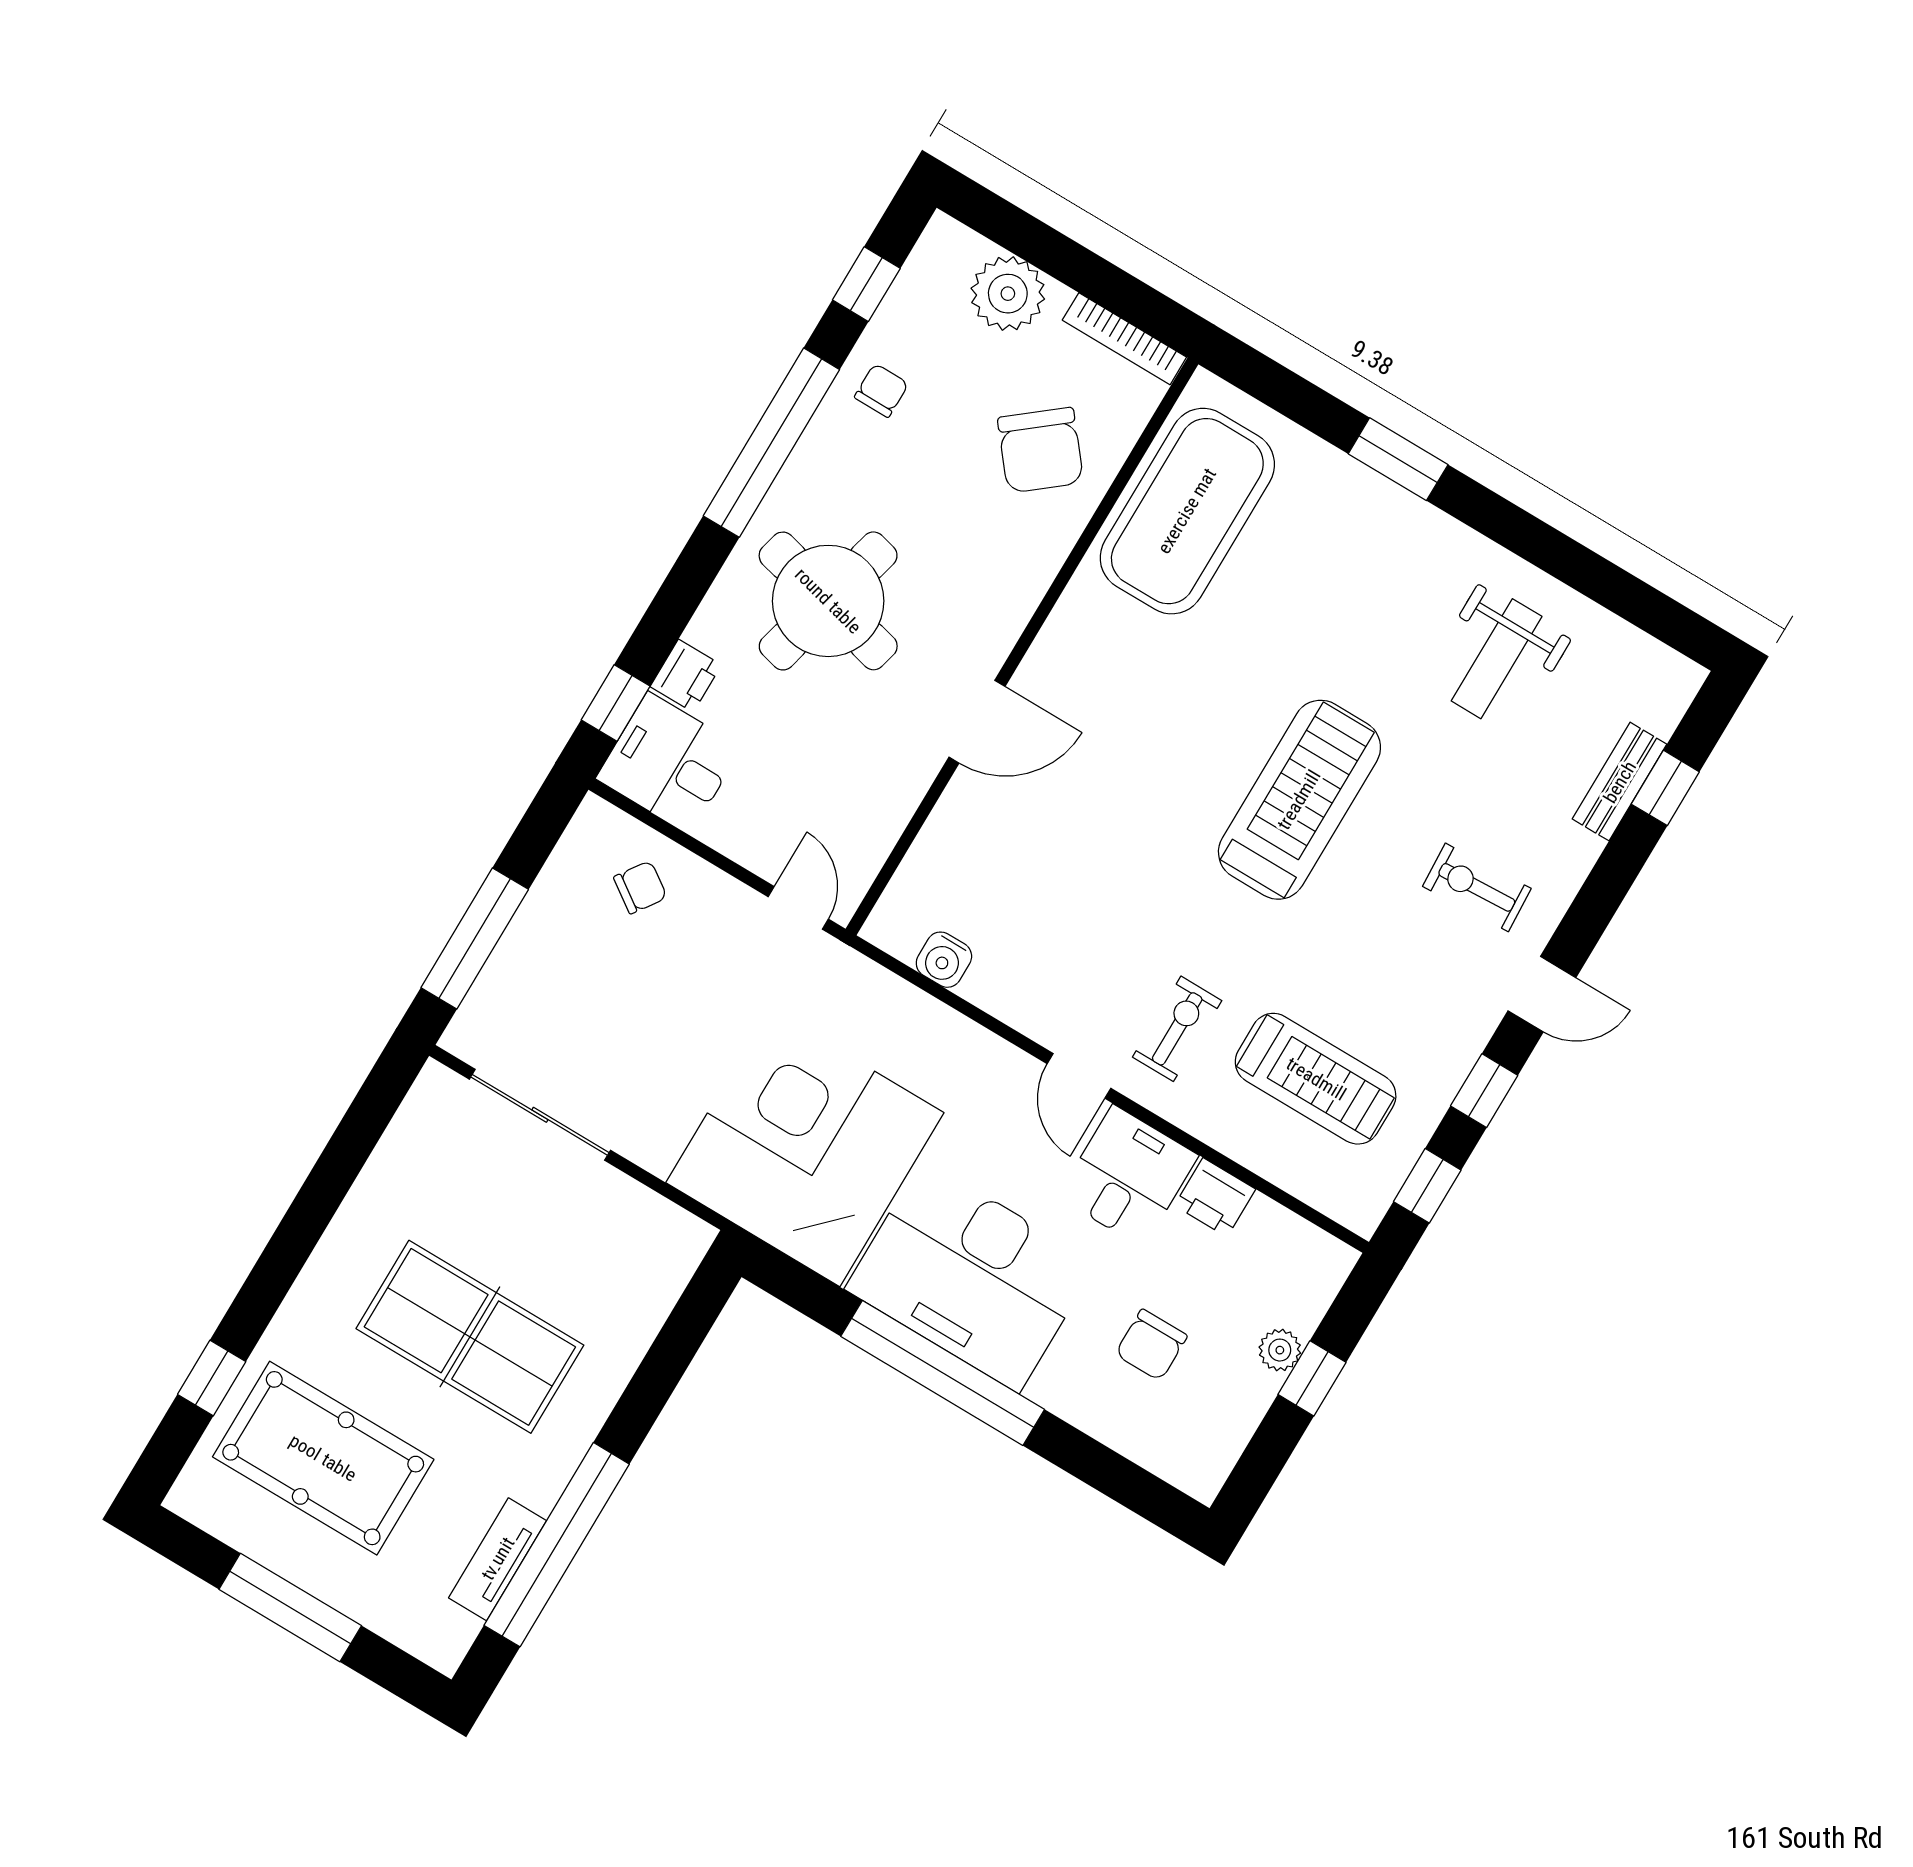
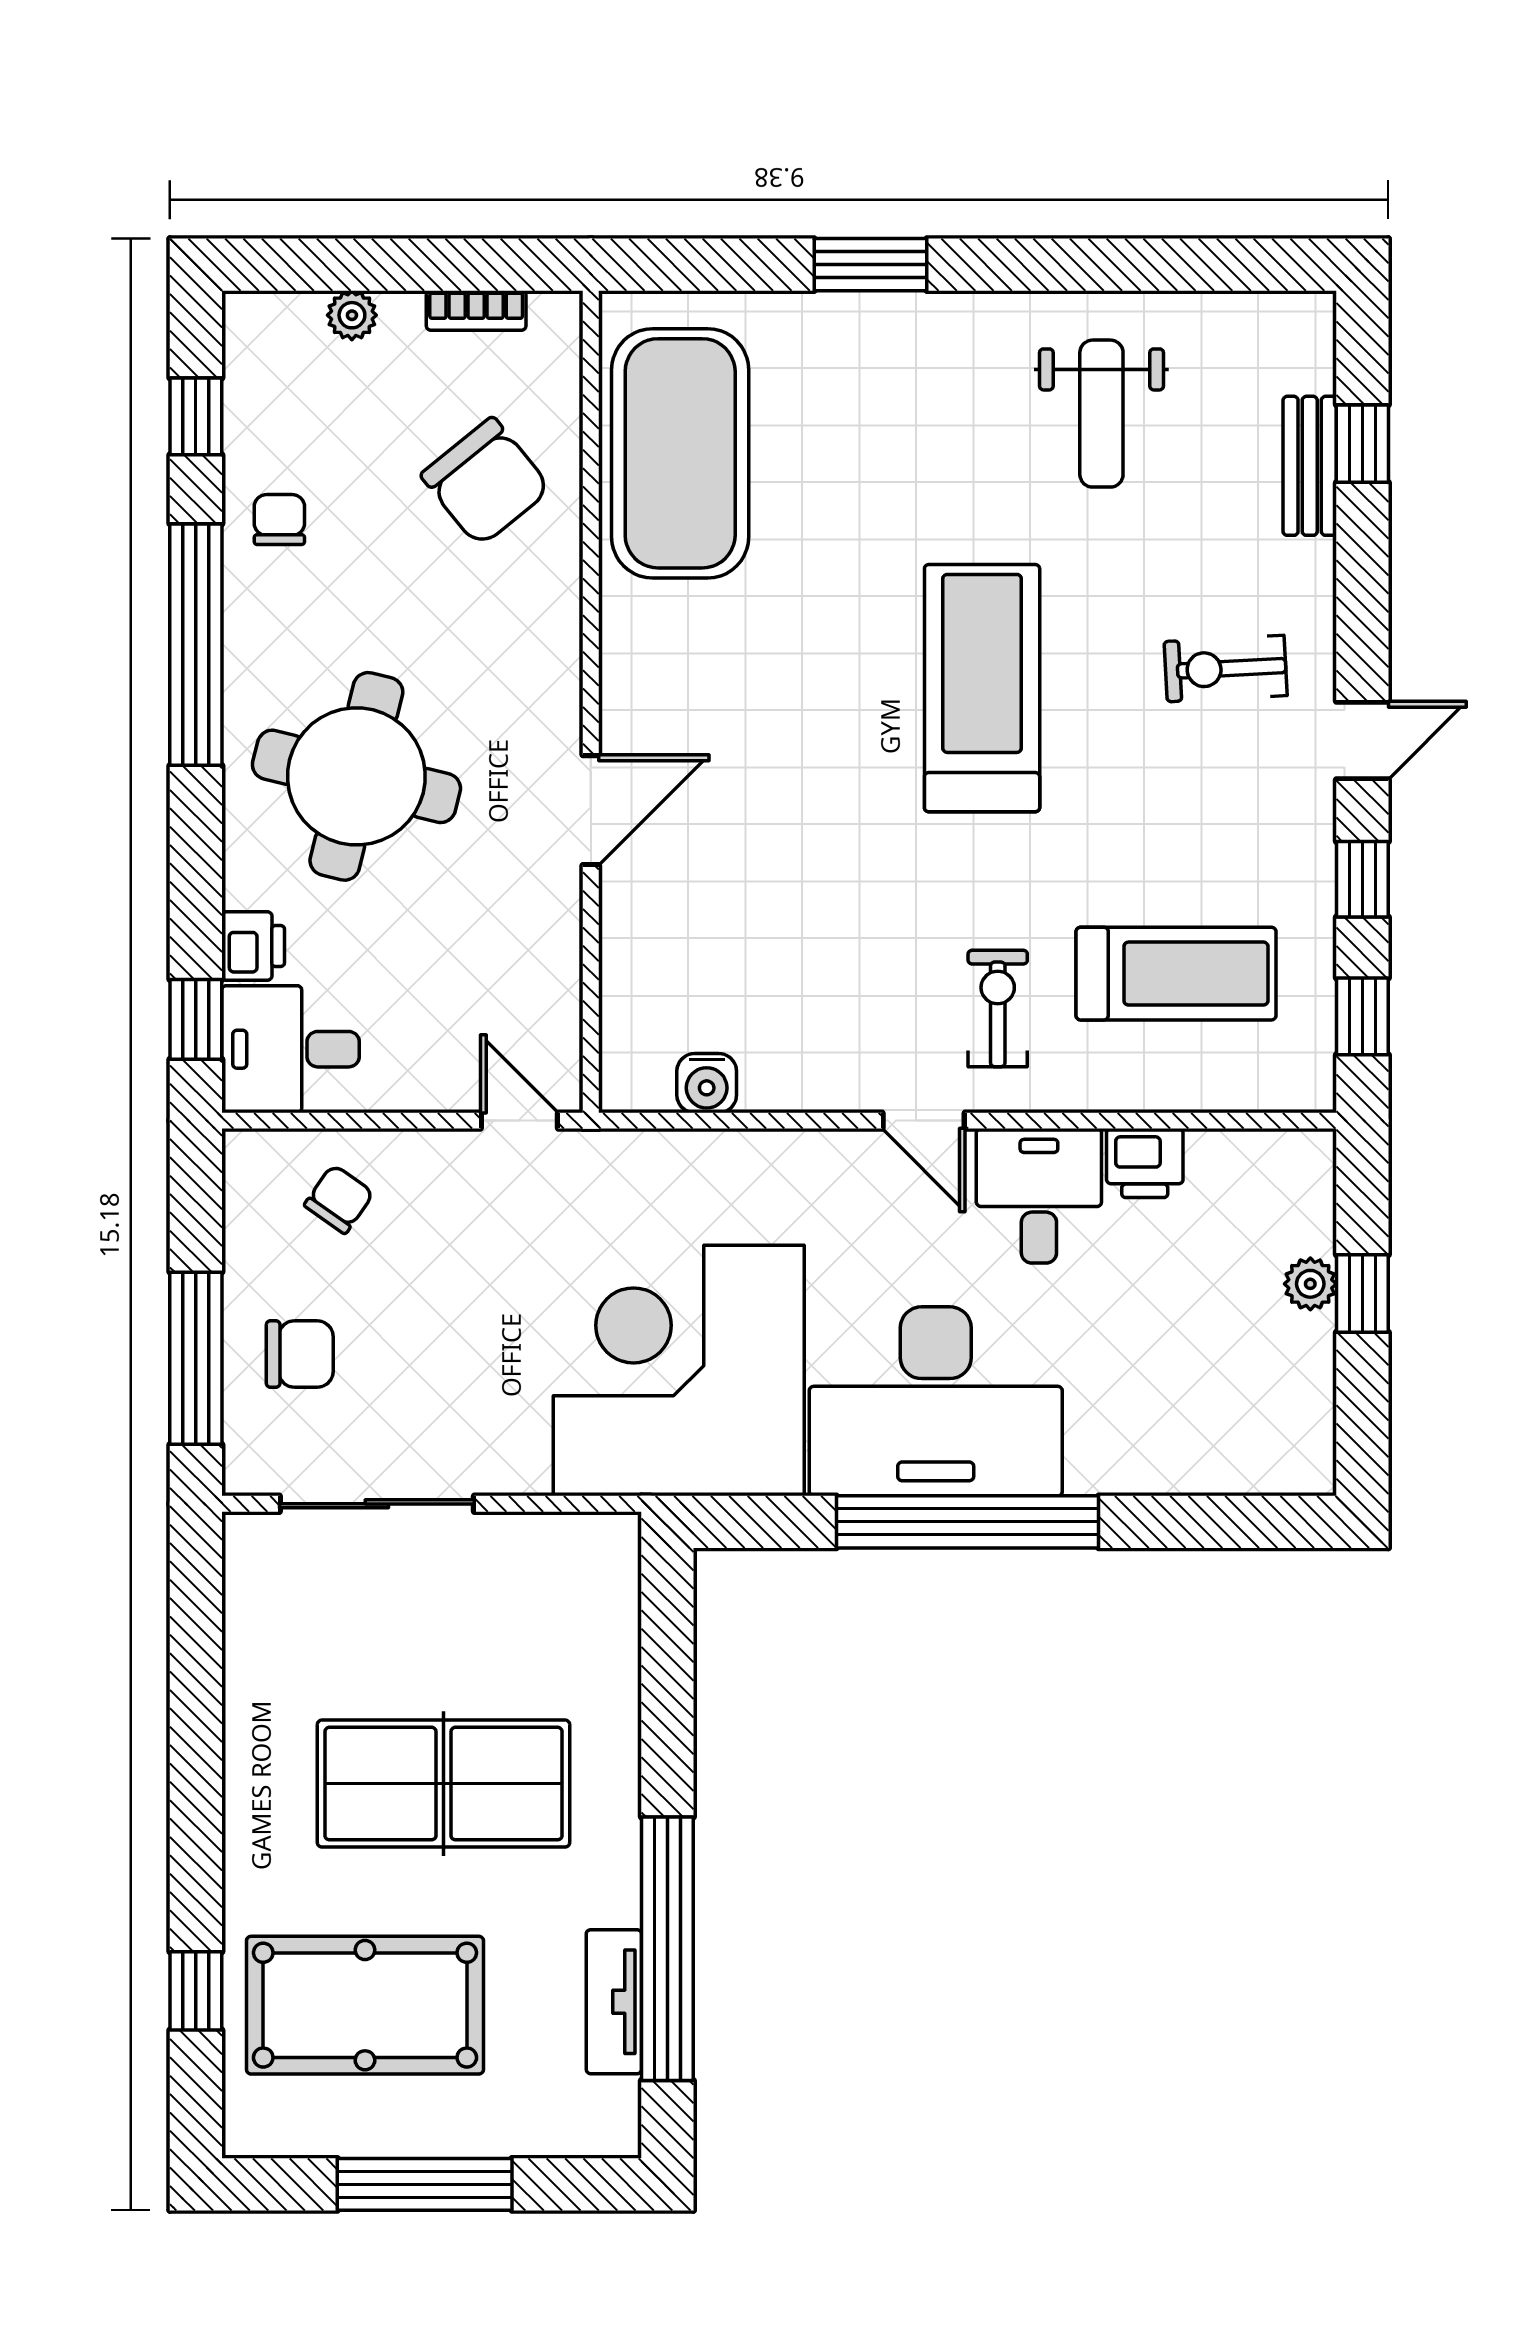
plant: (1008, 294) -> (352, 315), width x0.53, depth x0.53
bookcase: (1124, 339) -> (476, 311), width x0.64
chair: (1151, 1345) -> (300, 1354), moved, turned -90

